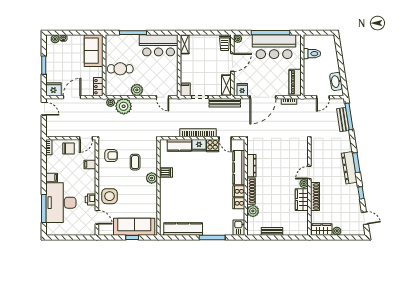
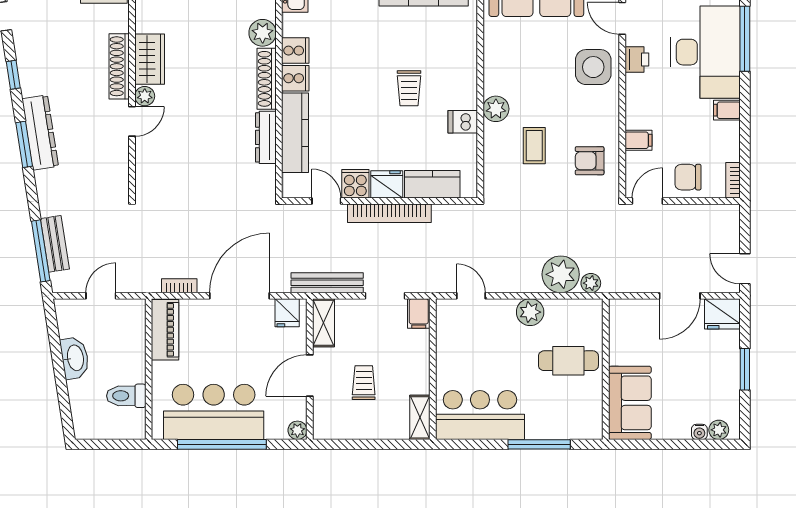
trolley: (225, 43) -> (364, 383), moved
washbasin: (336, 81) -> (75, 358), moved
locker: (98, 87) -> (619, 320), removed
trolley: (189, 187) -> (409, 88), added

